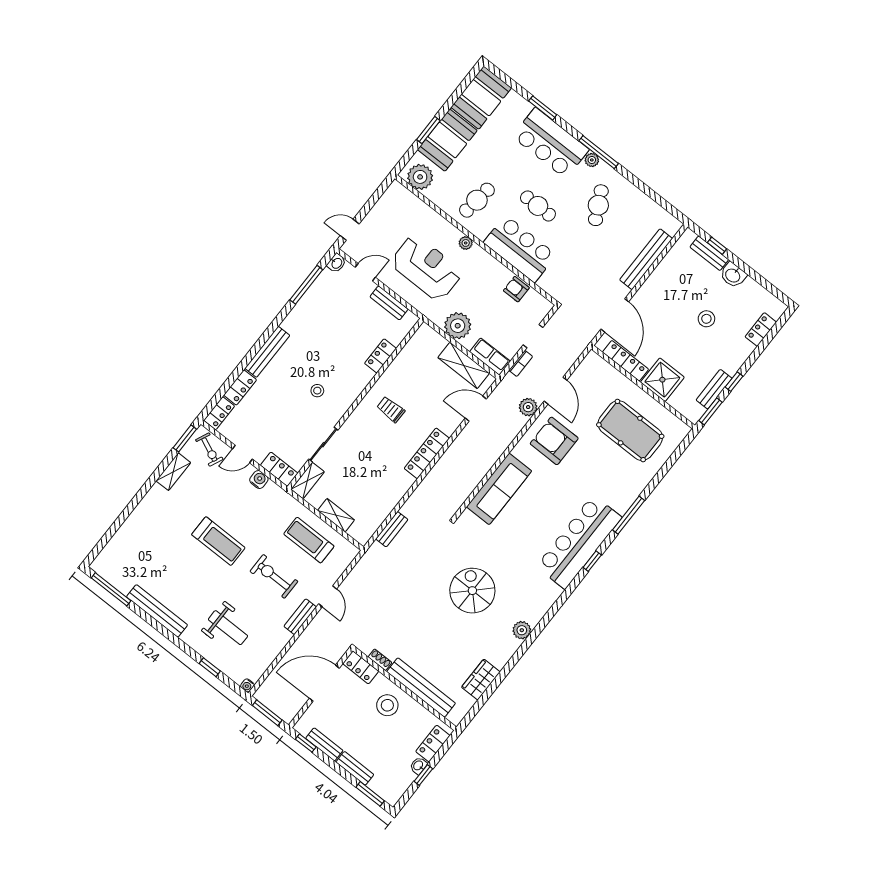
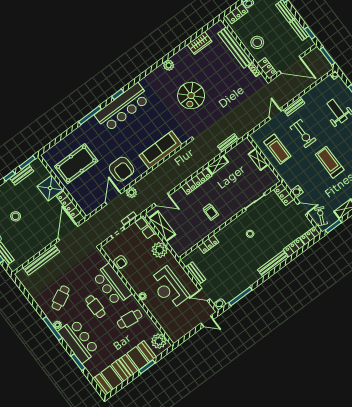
pool table: (630, 431) -> (76, 164), turned 90
shelving: (308, 481) -> (218, 165), moved

